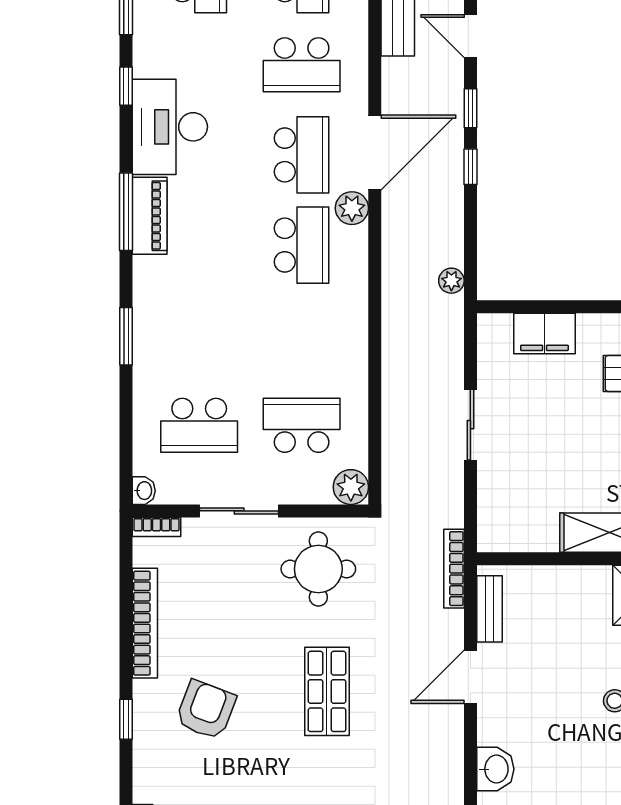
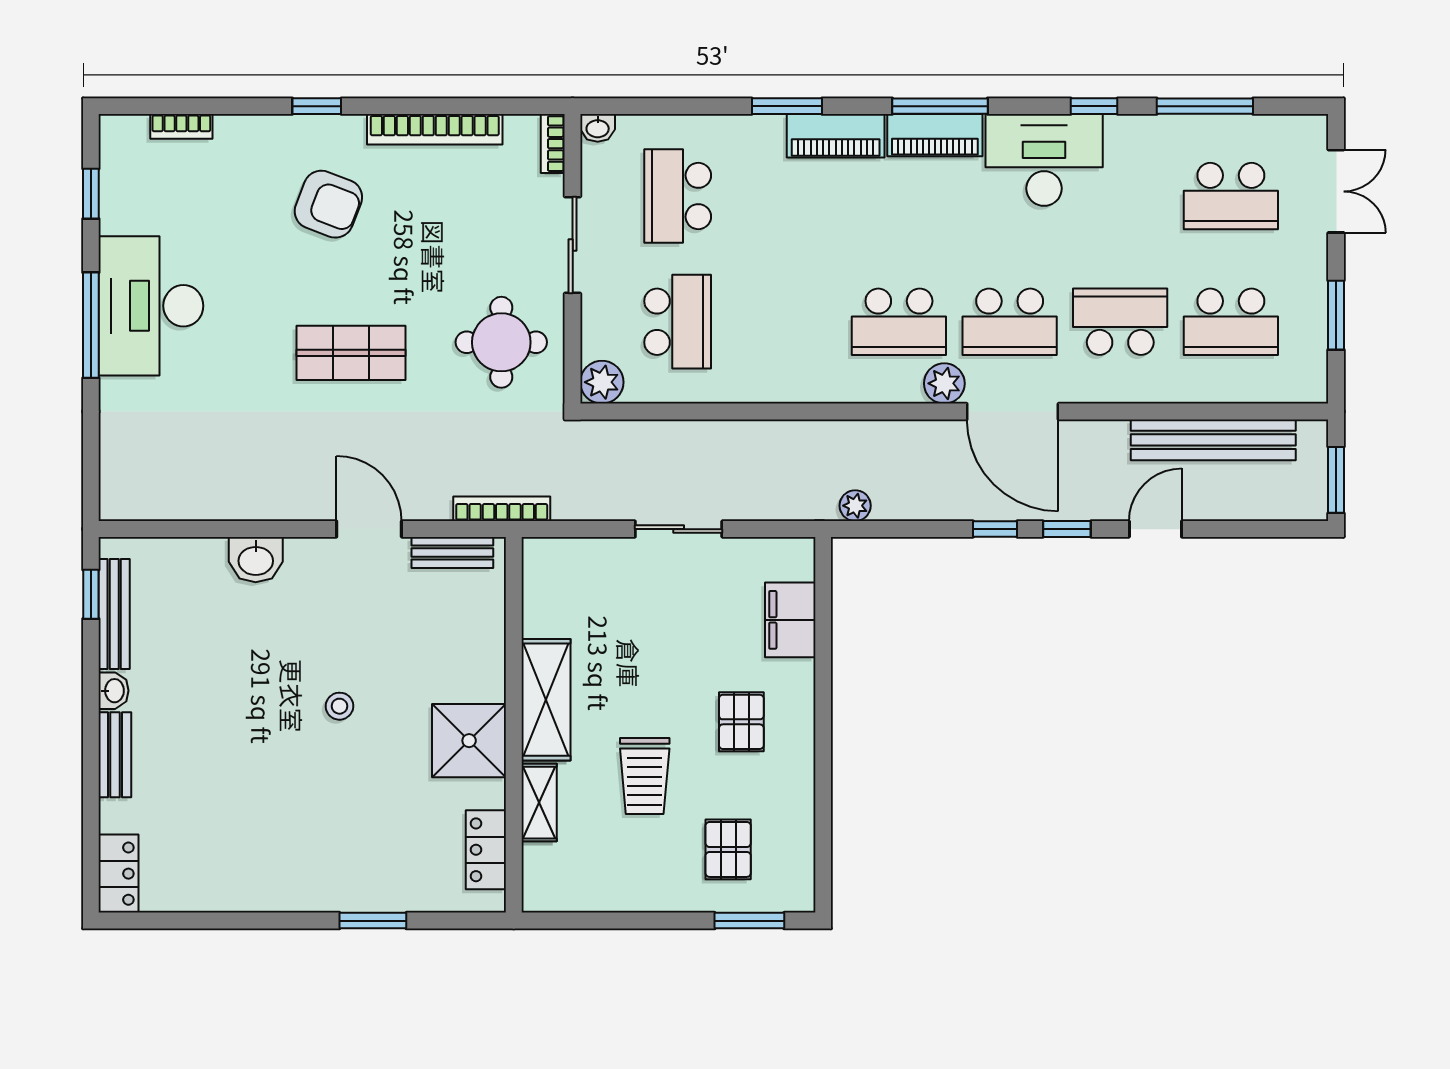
school desk: (302, 65) -> (1120, 322), turned 90
piano: (150, 297) -> (836, 136), added

